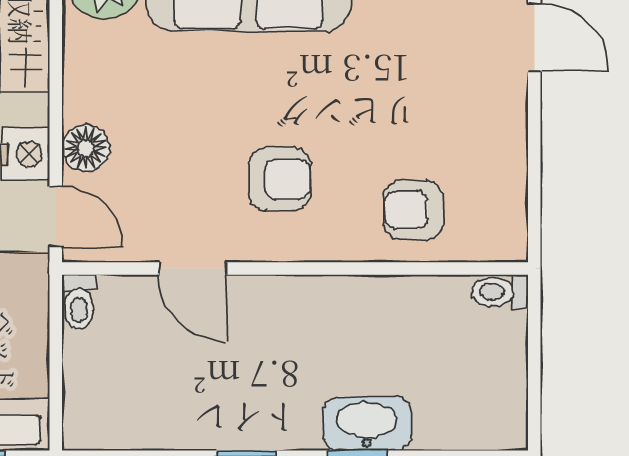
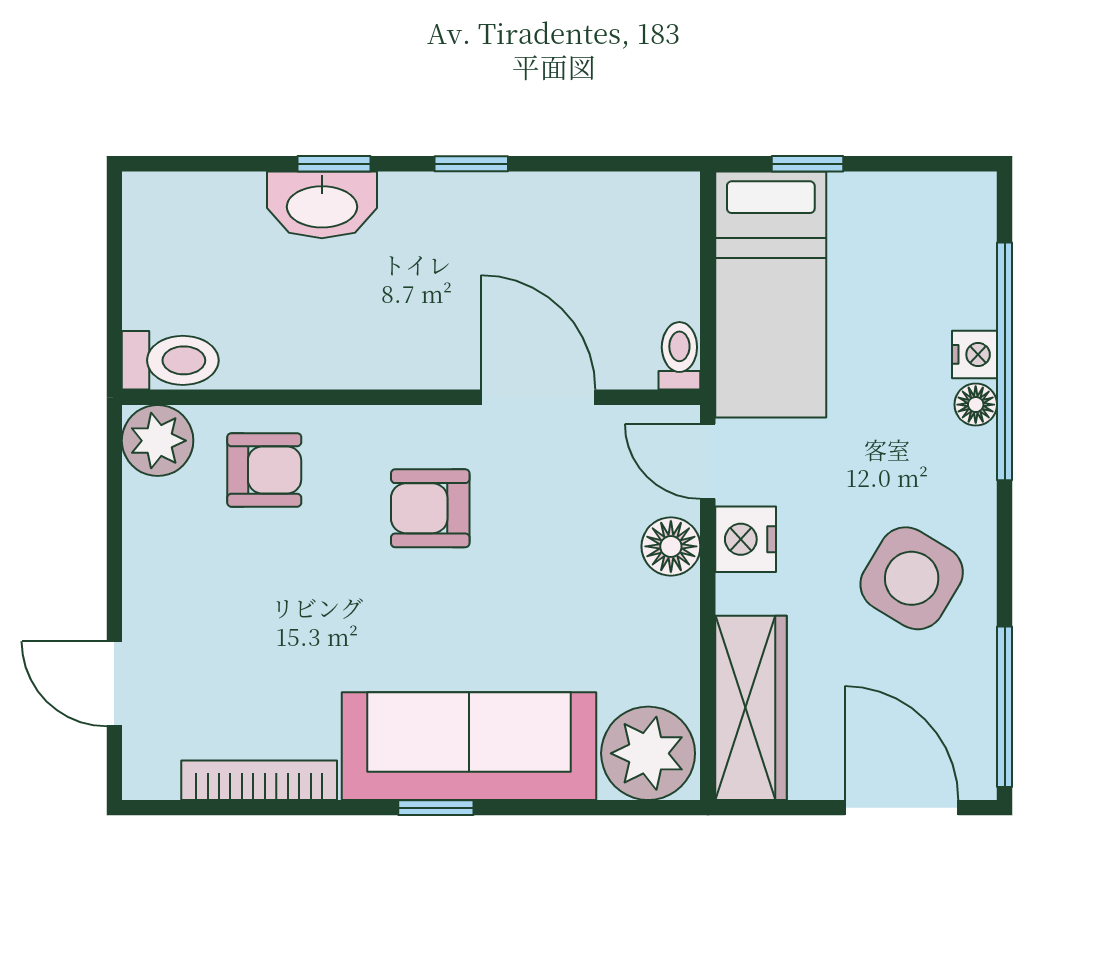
plant: (499, 234) -> (158, 441), added
door: (193, 268) -> (538, 397), width x1.38
toilet: (500, 292) -> (170, 360), width x1.37, depth x1.39

